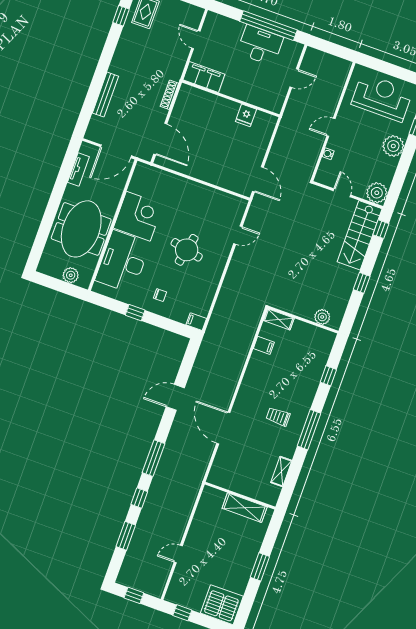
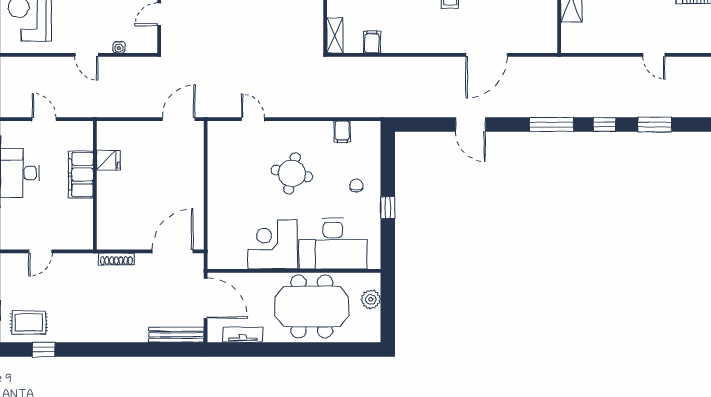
filing cabinet: (204, 77) -> (81, 175), moved
bench: (105, 95) -> (176, 335), moved
filing cabinet: (196, 322) -> (342, 132), moved

